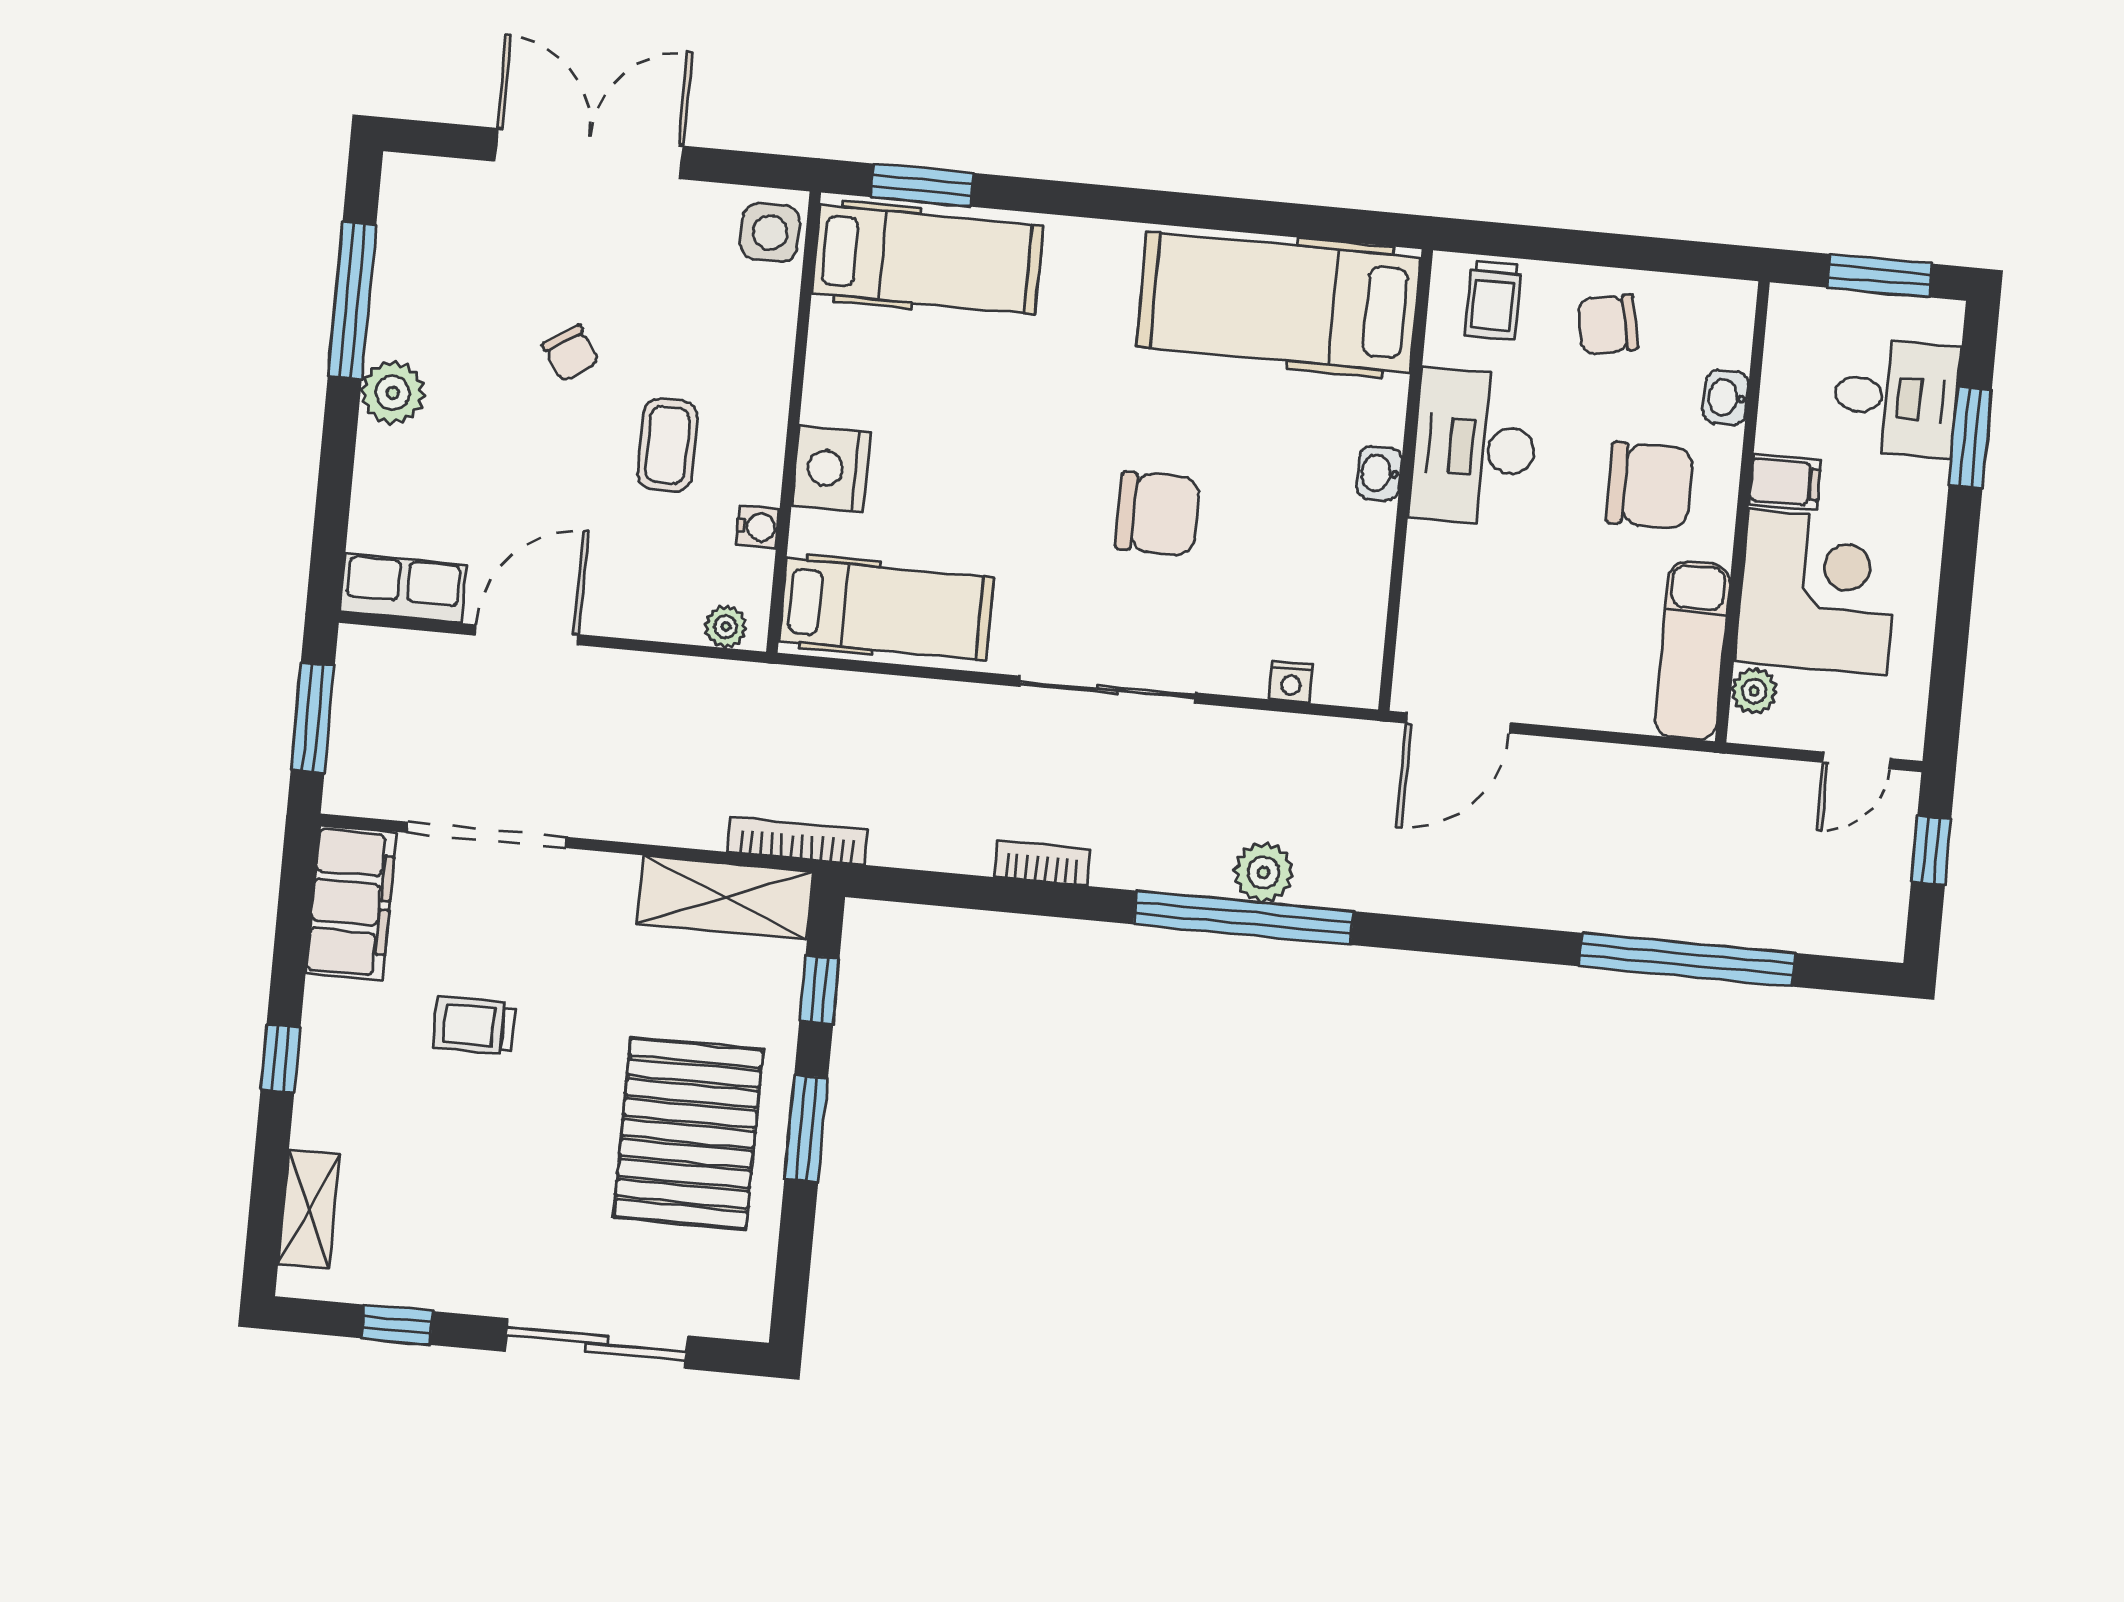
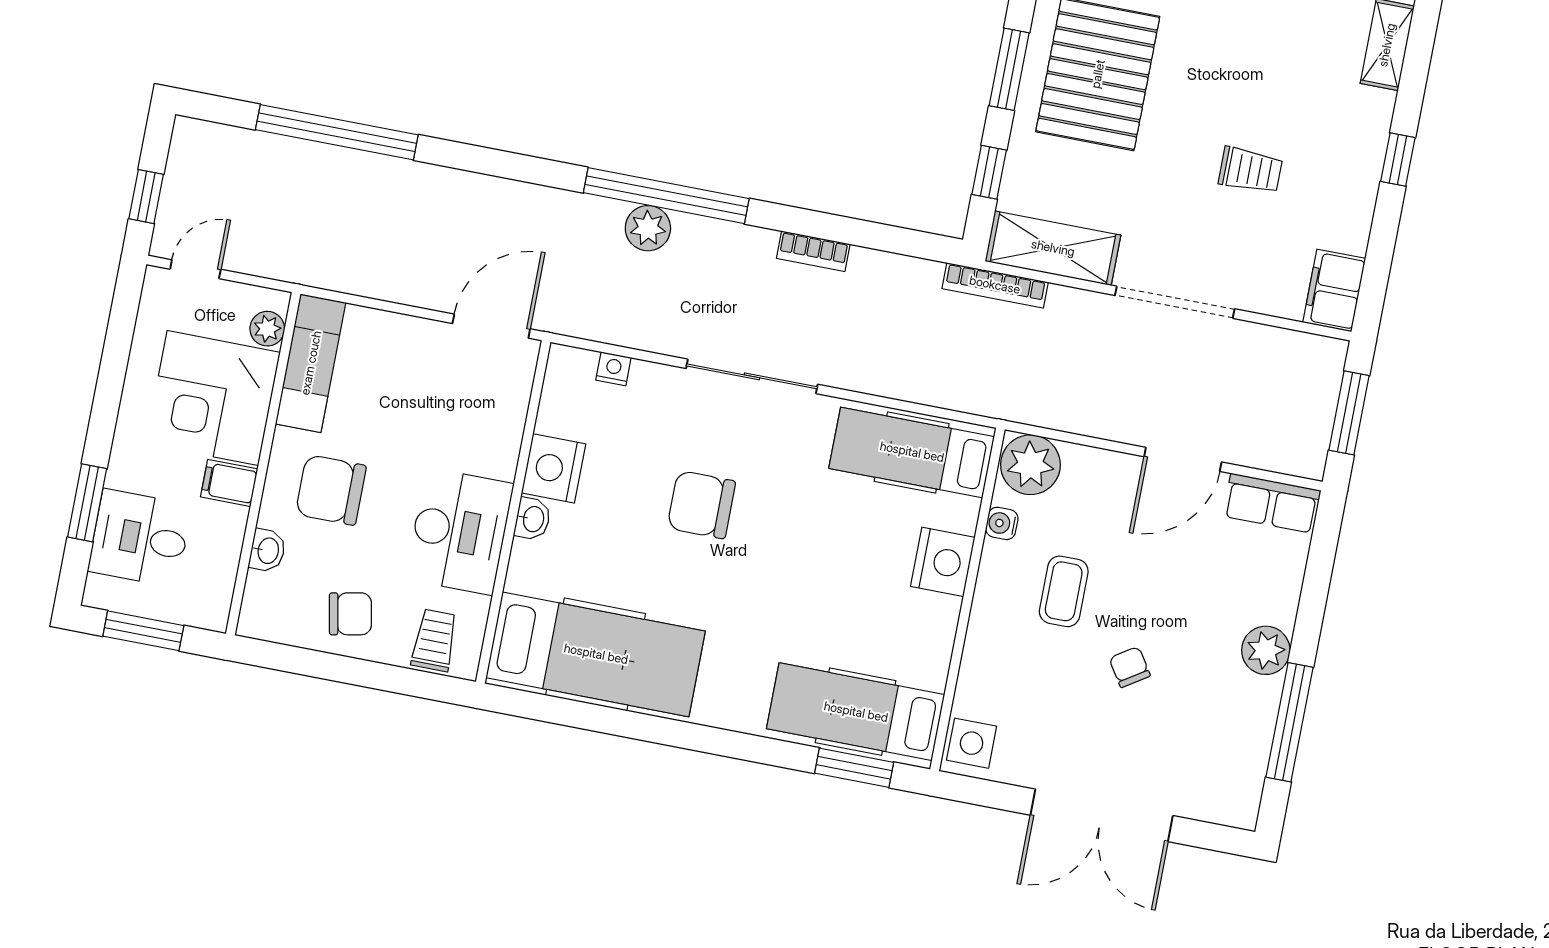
nightstand: (1358, 543) -> (554, 468), added
plant: (726, 627) -> (1030, 465), width x1.88, depth x1.88
doorway: (487, 835) -> (1175, 302), moved
filing cabinet: (351, 903) -> (1334, 291), width x0.67, depth x0.86

